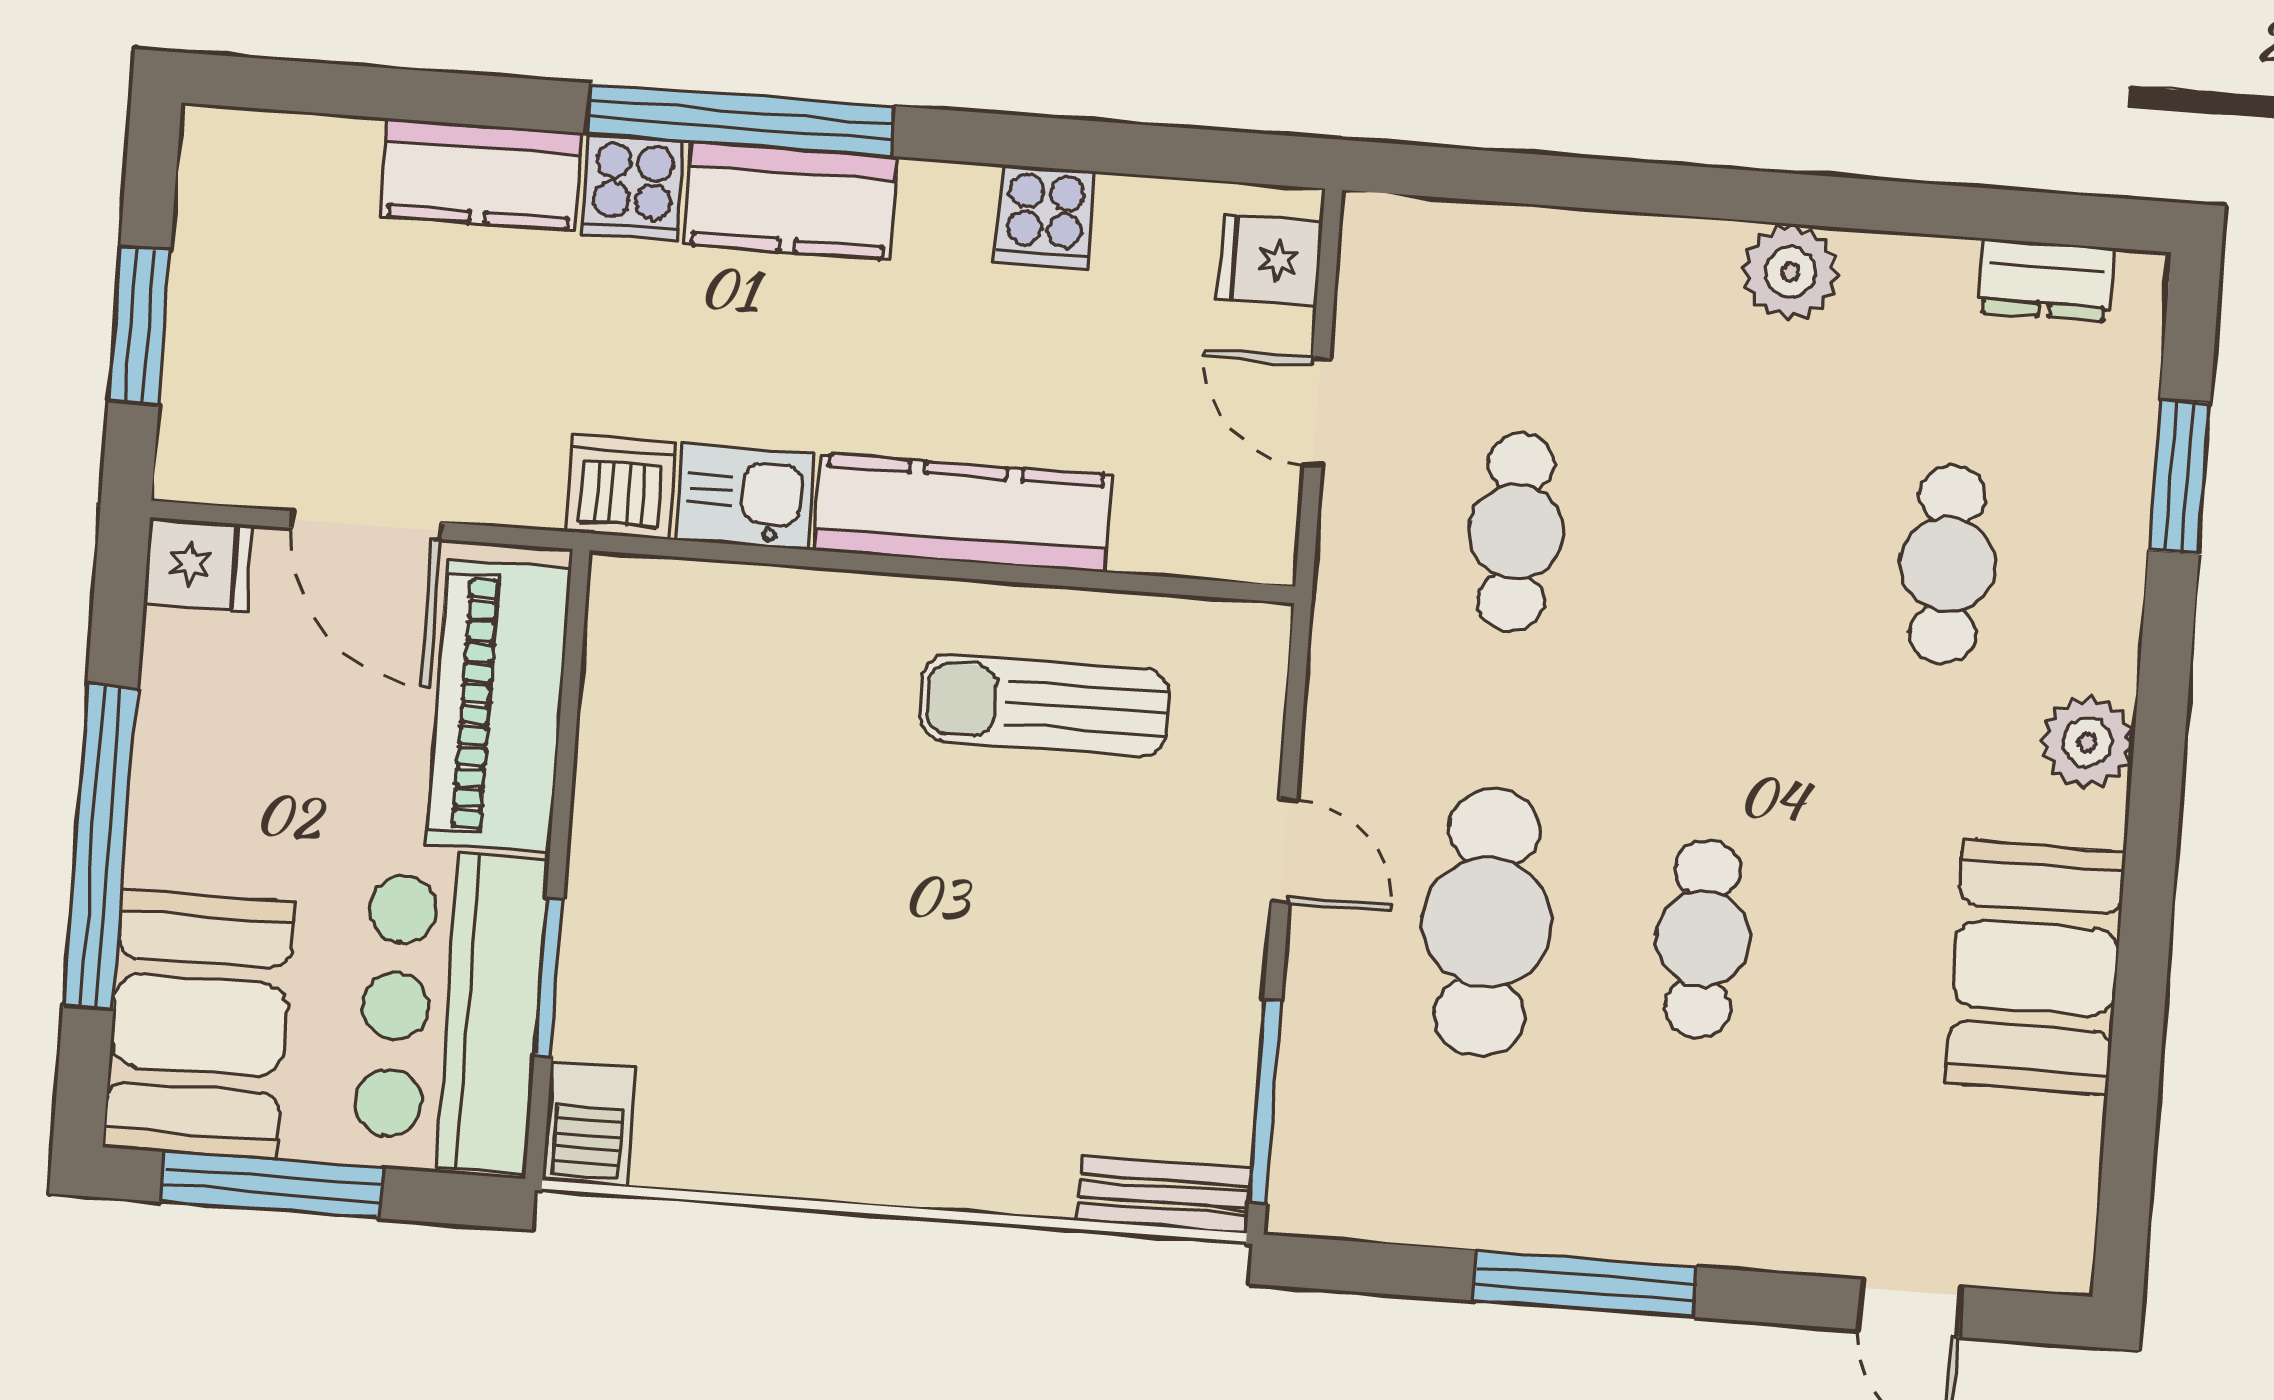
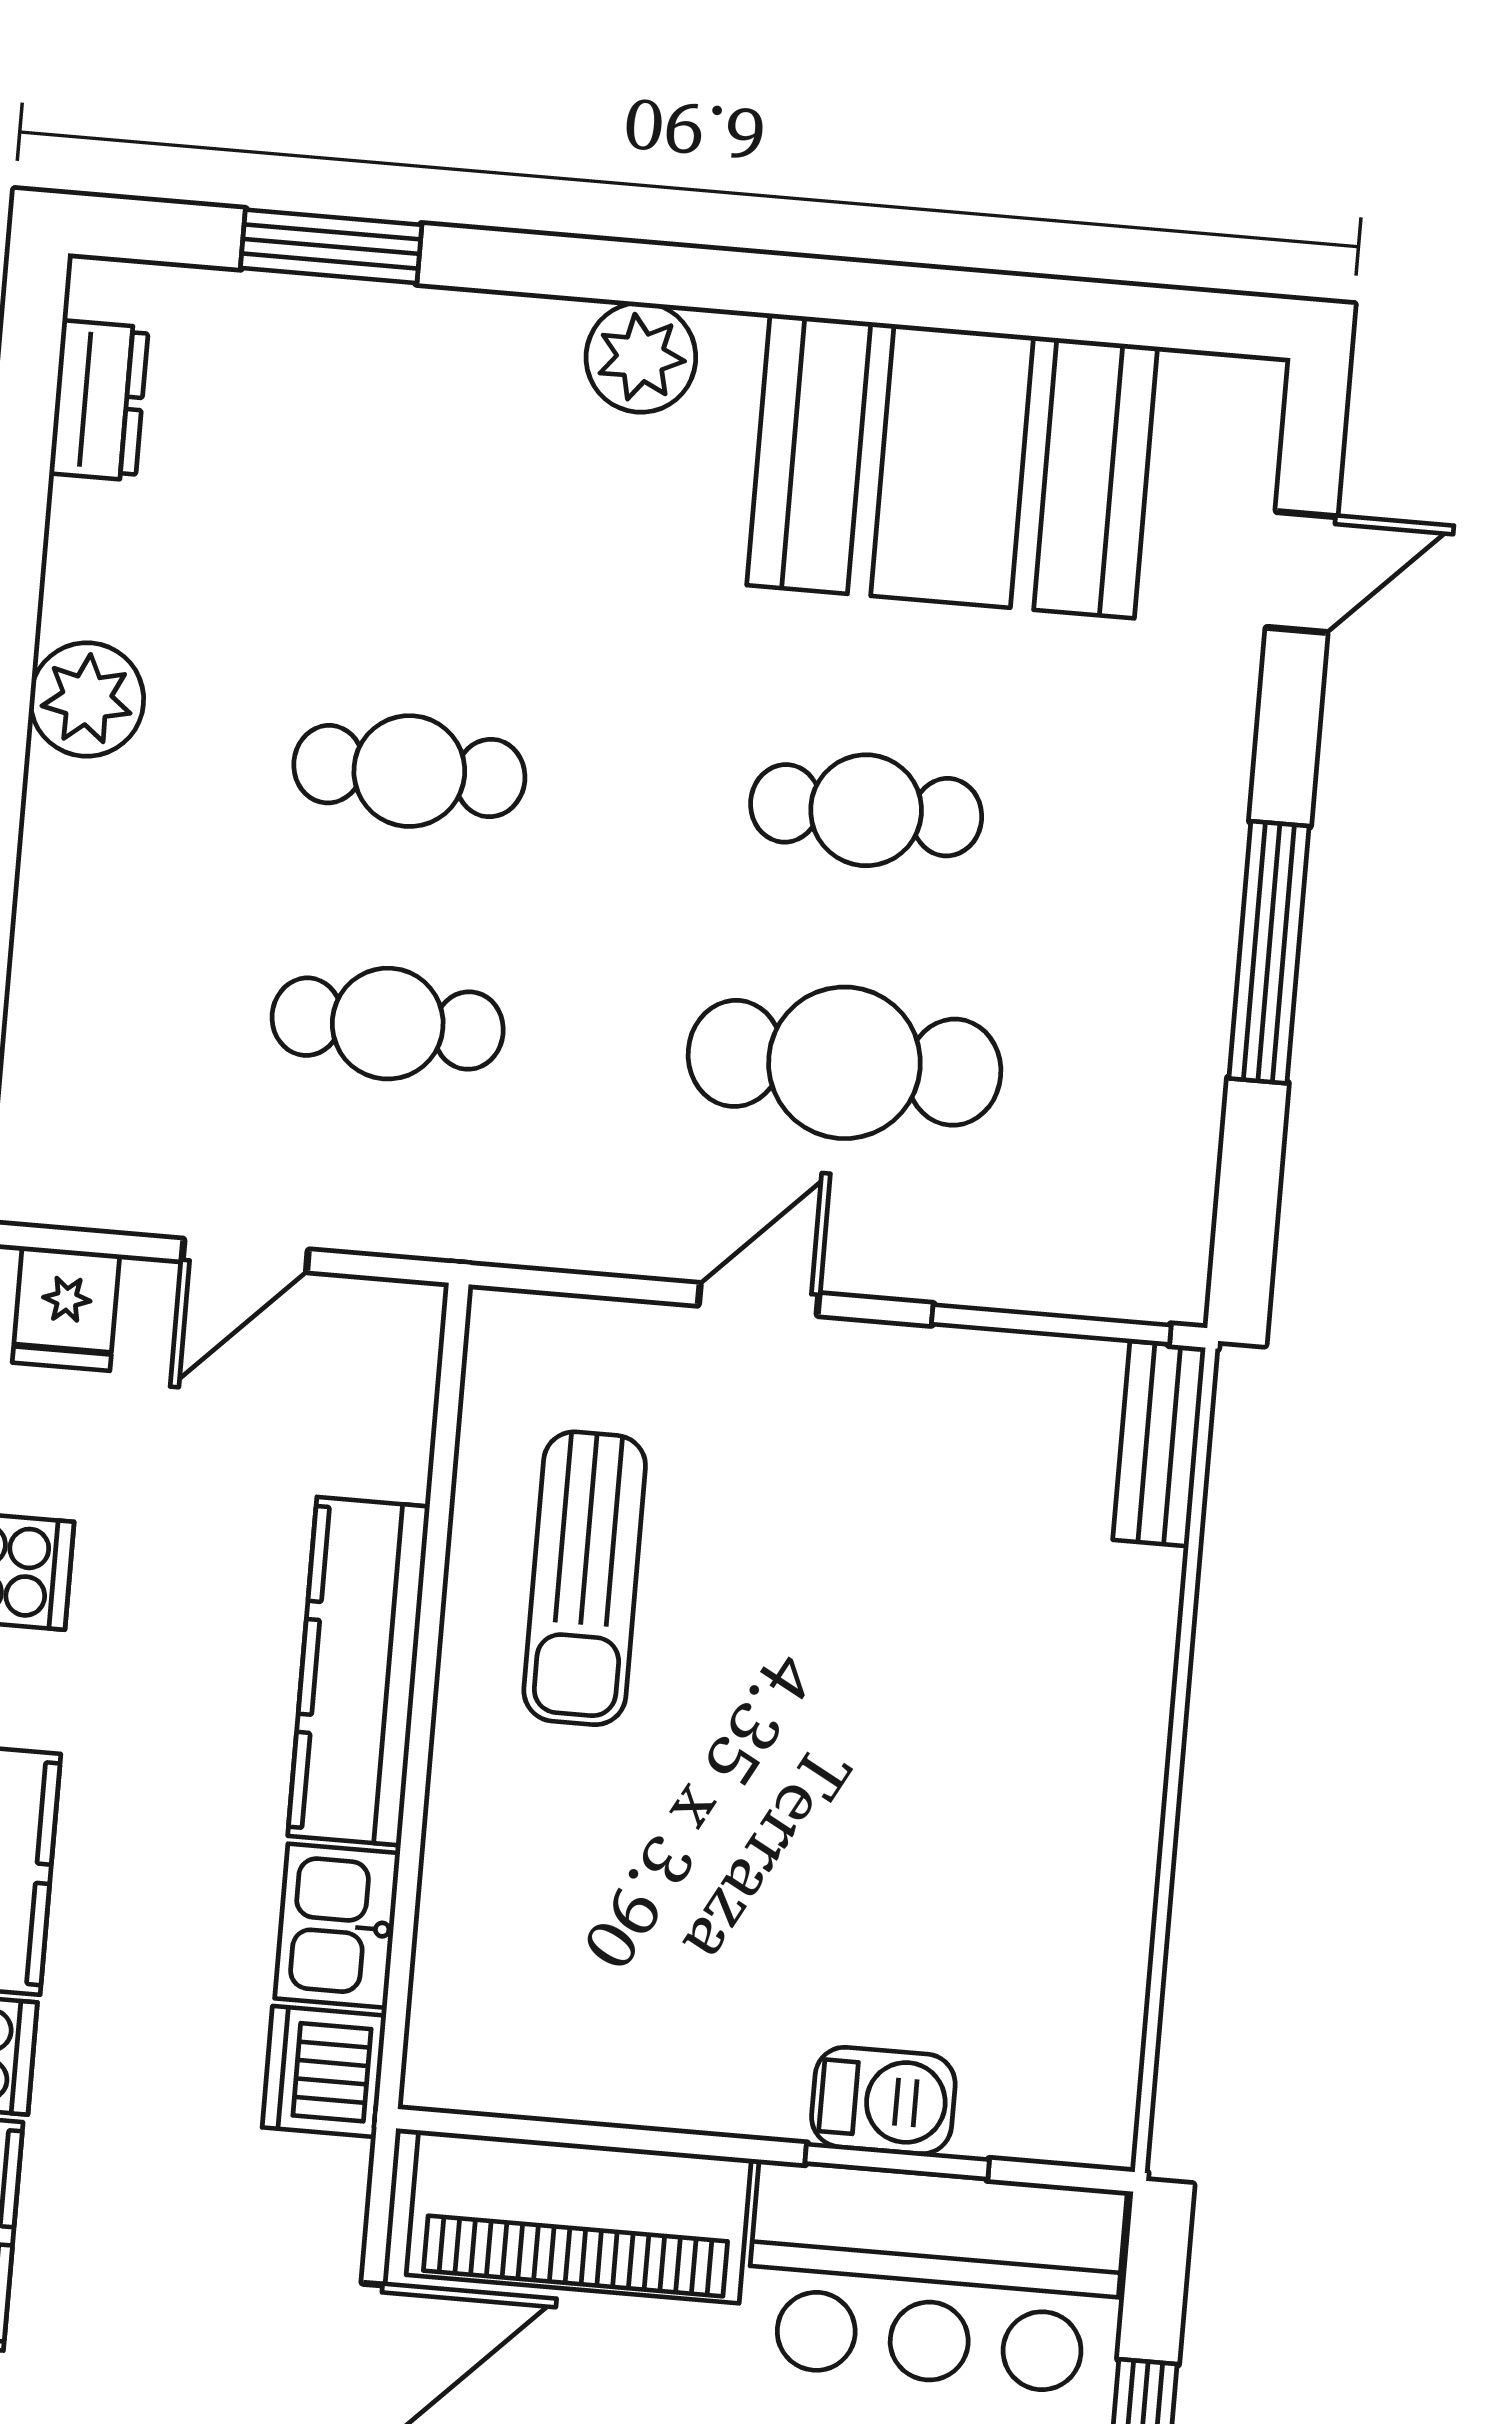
cafe table: (1948, 564) -> (409, 771), moved
booth: (2035, 968) -> (952, 466), width x1.36, depth x1.42
barbecue: (589, 1124) -> (883, 2101), moved

